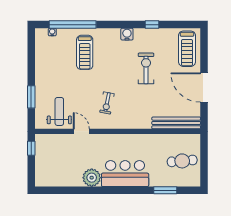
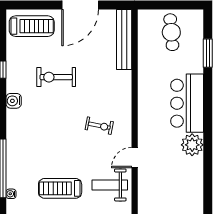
treadmill: (85, 52) -> (60, 188), moved, turned 180

